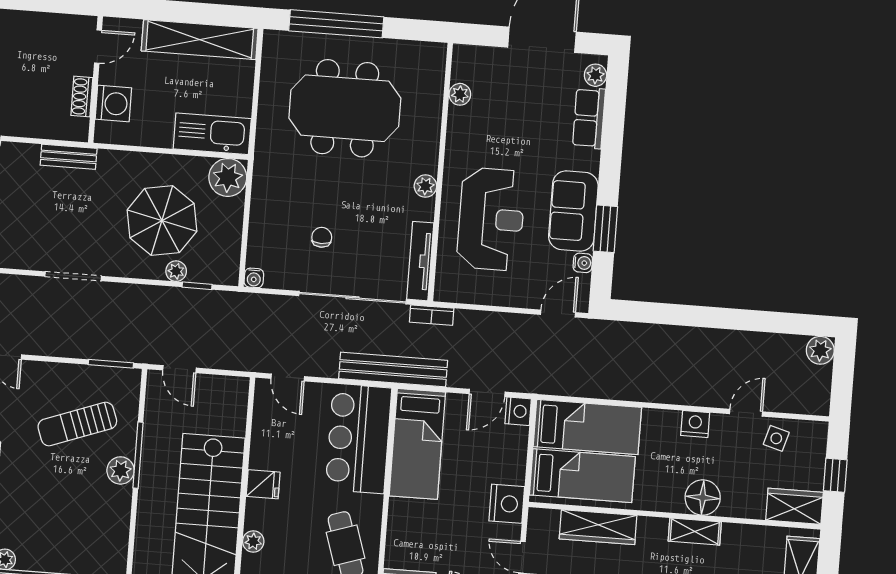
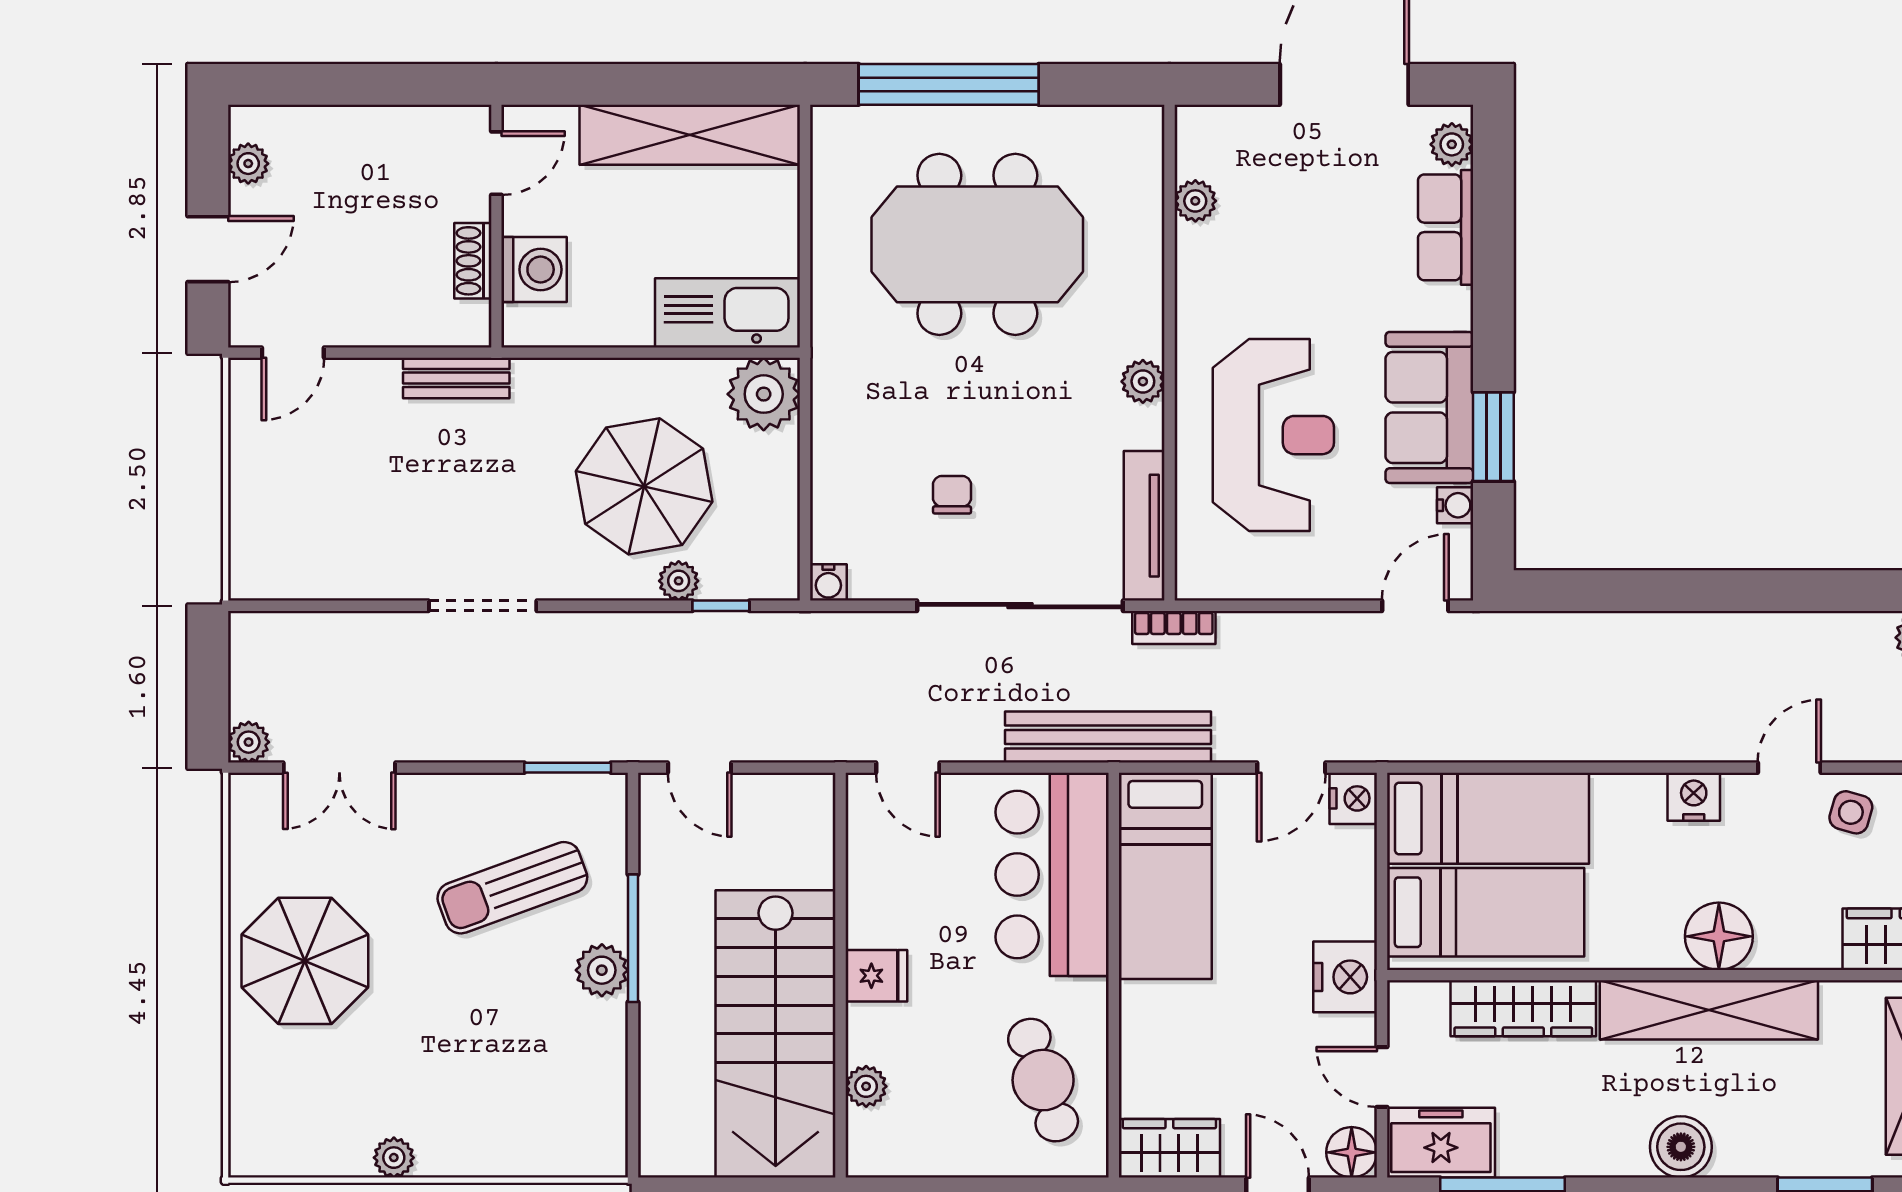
shelving: (695, 532) -> (1709, 1010), width x2.20, depth x1.33

